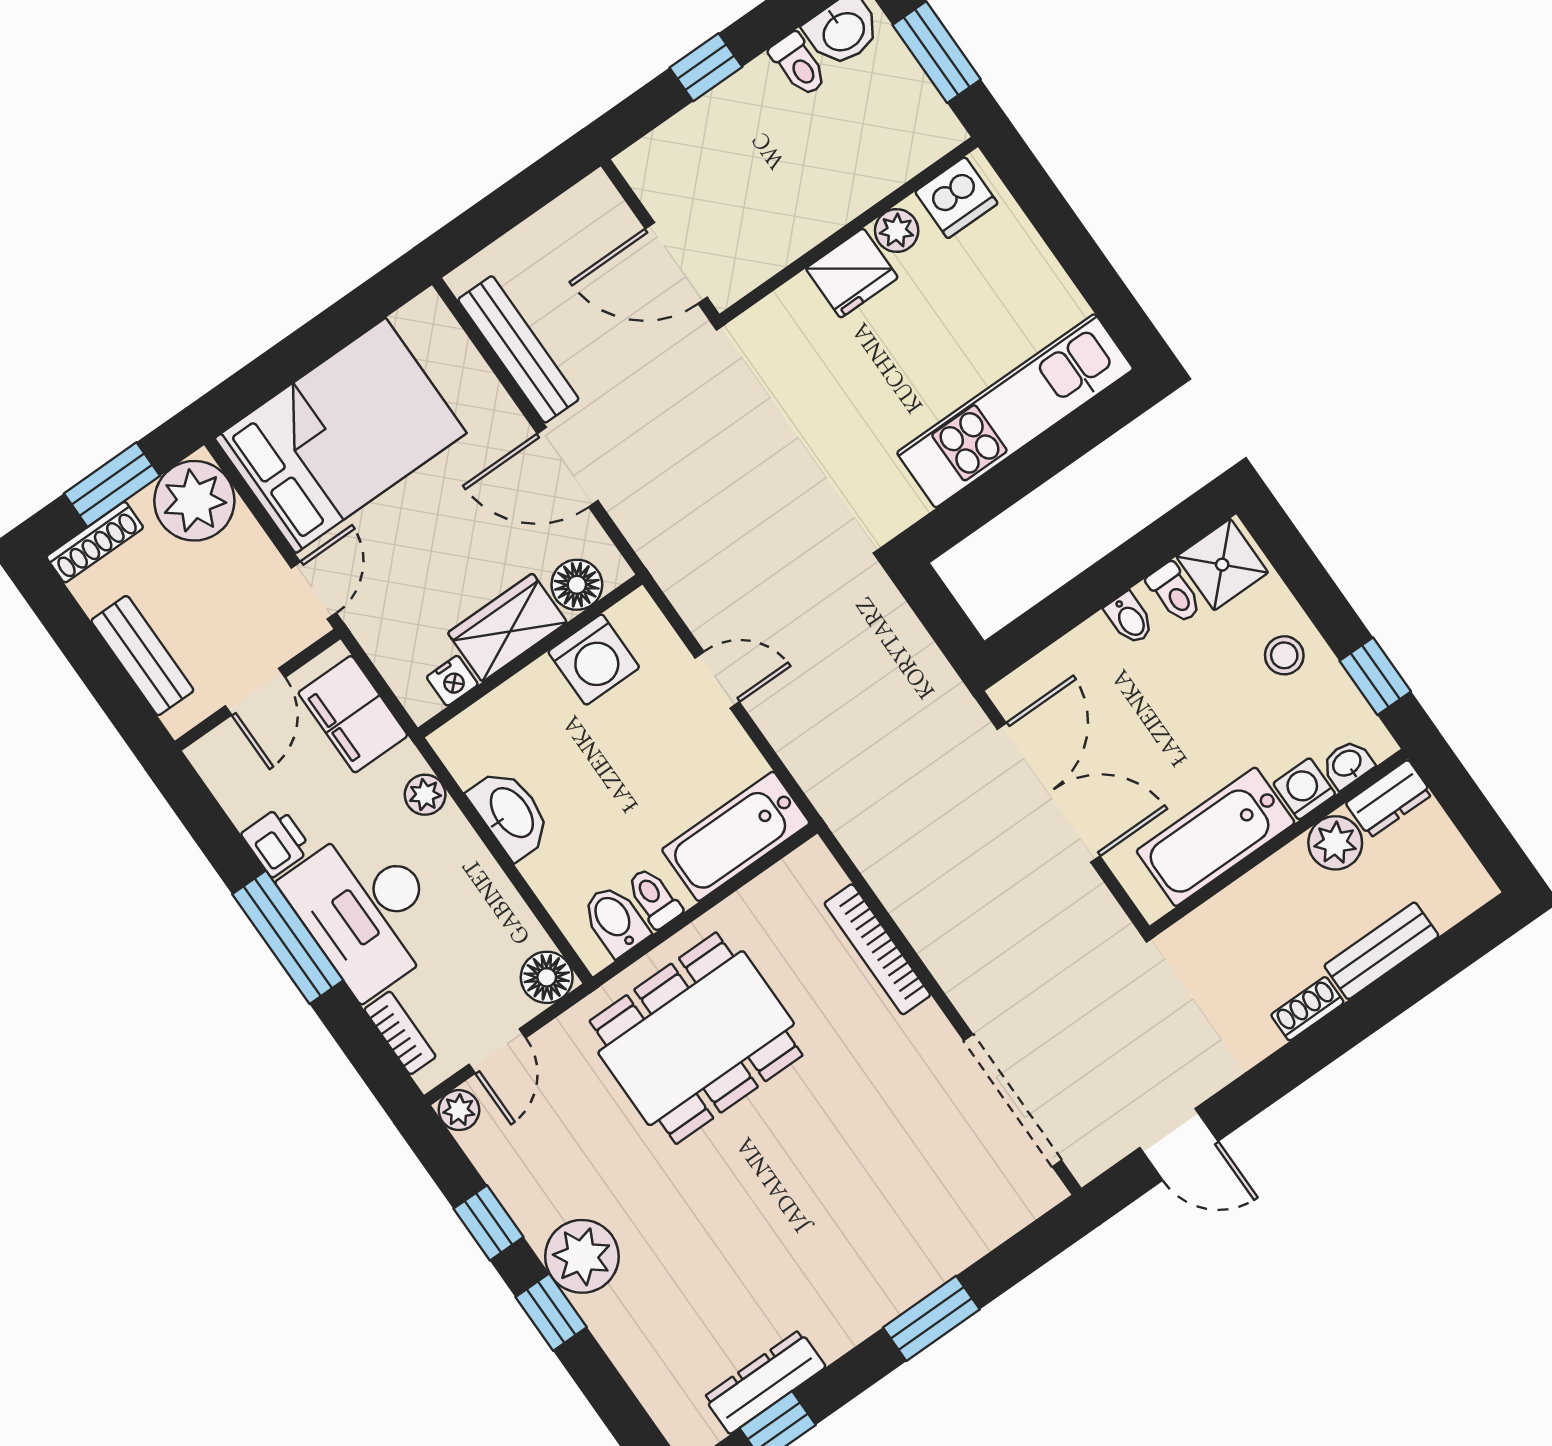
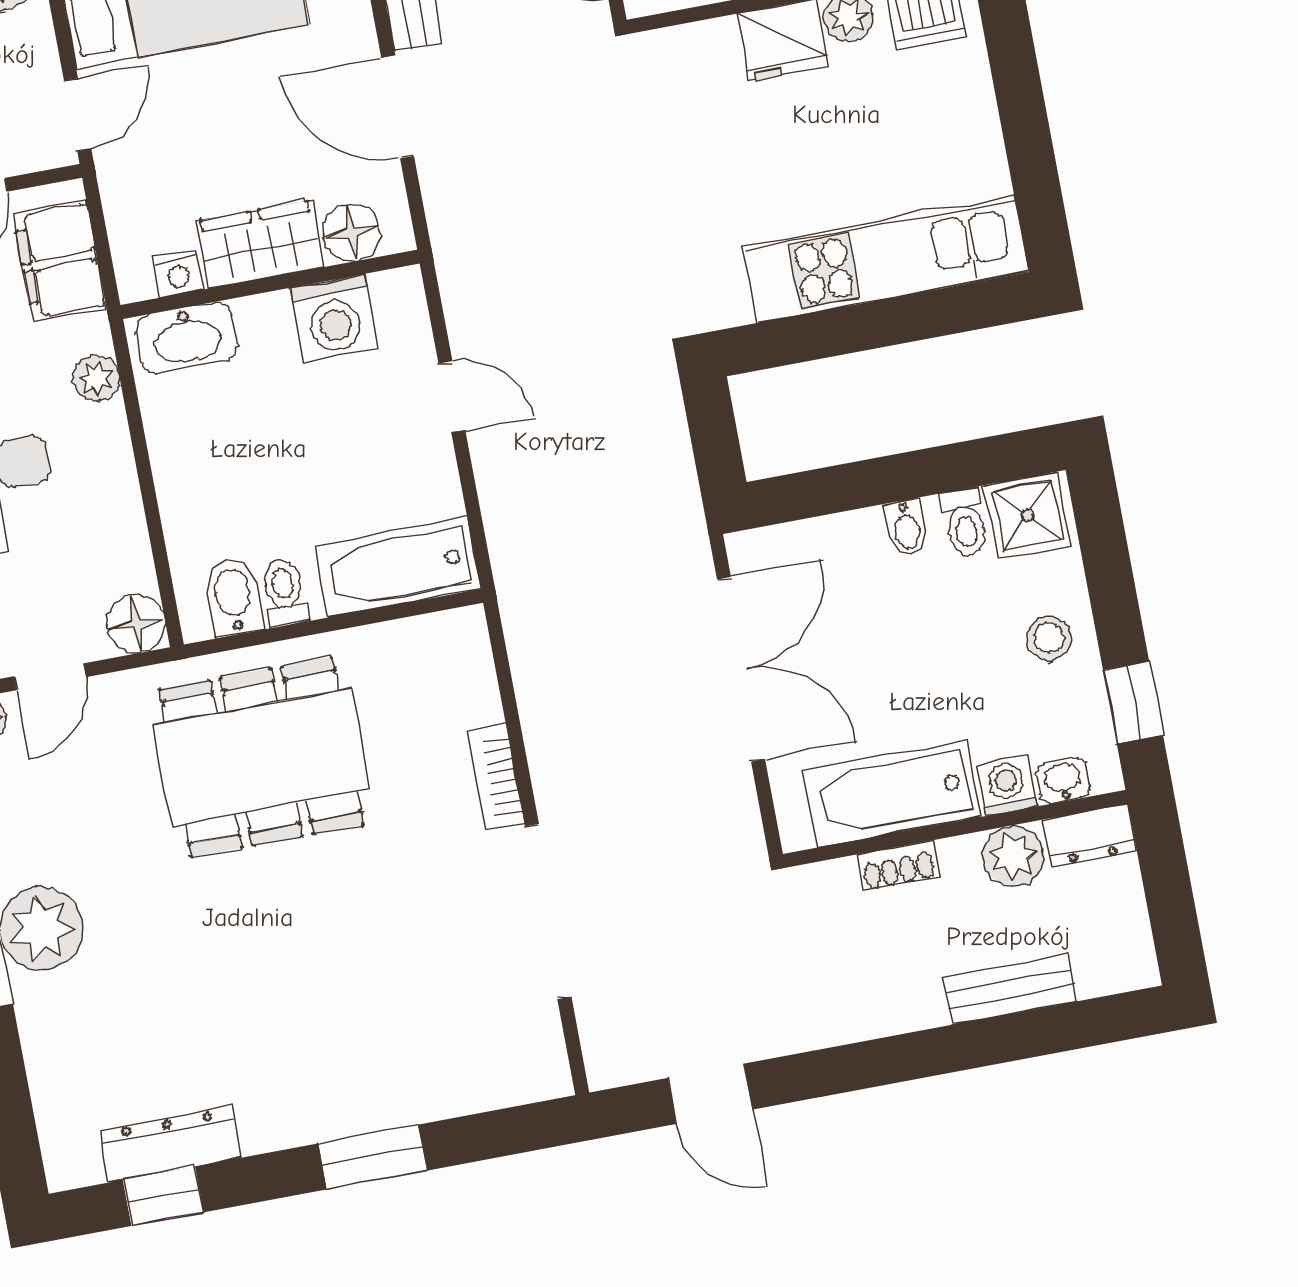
washbasin: (511, 814) -> (187, 338), moved, turned 90
bookcase: (877, 949) -> (496, 778), width x0.64
shoe rack: (1307, 1009) -> (898, 866), moved, turned 180
doorway: (1013, 1100) -> (548, 912), moved

